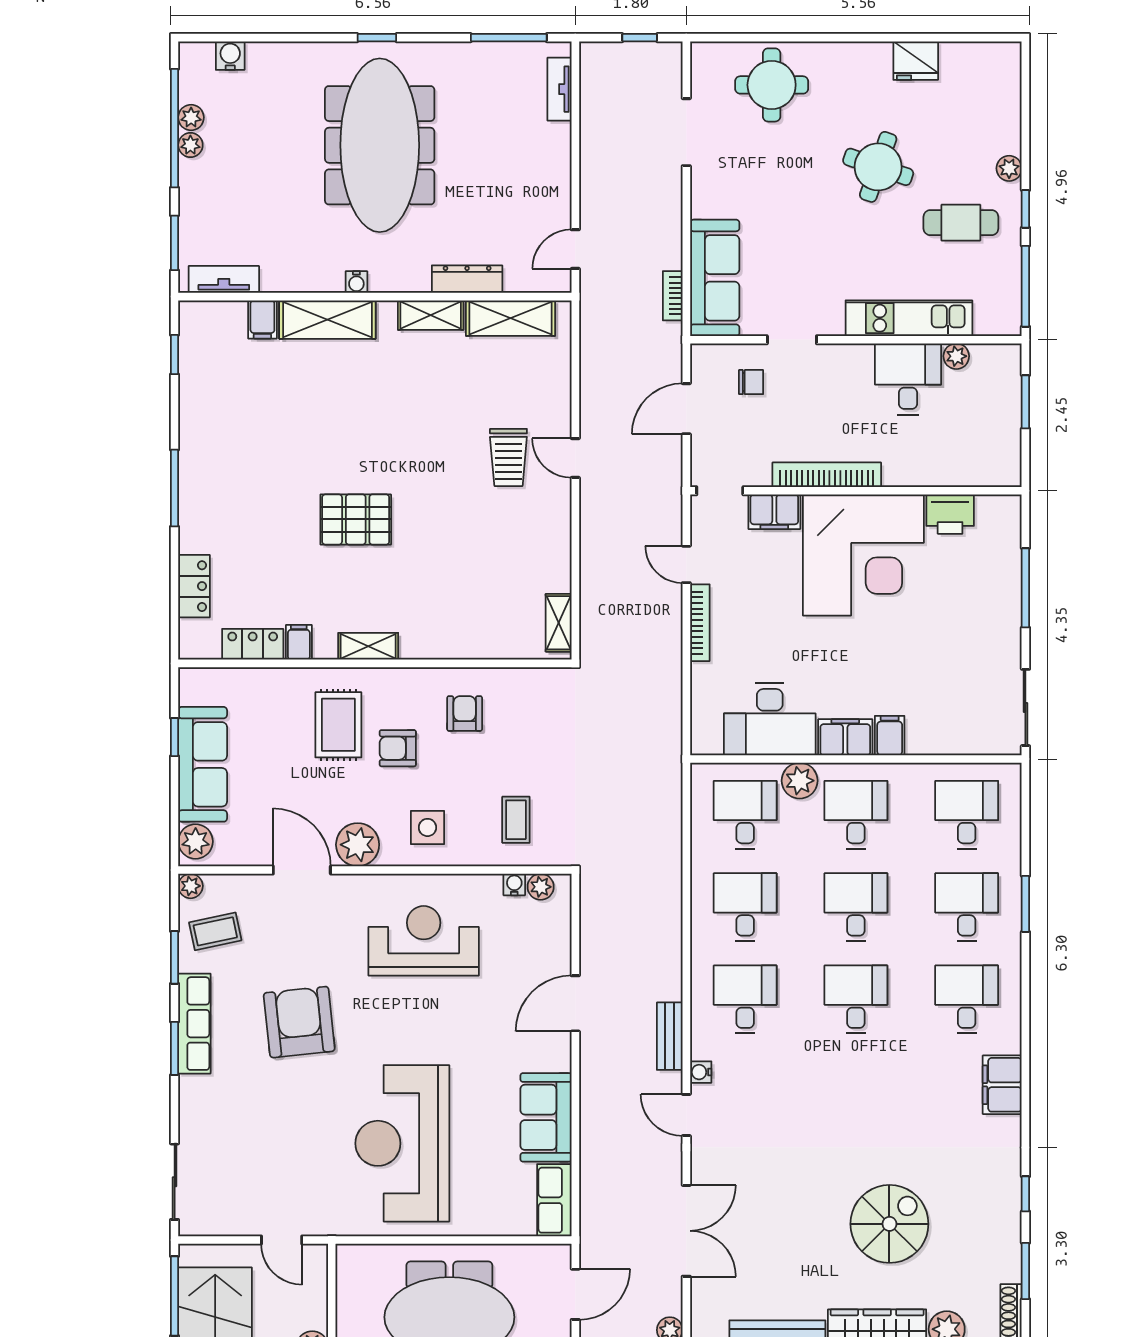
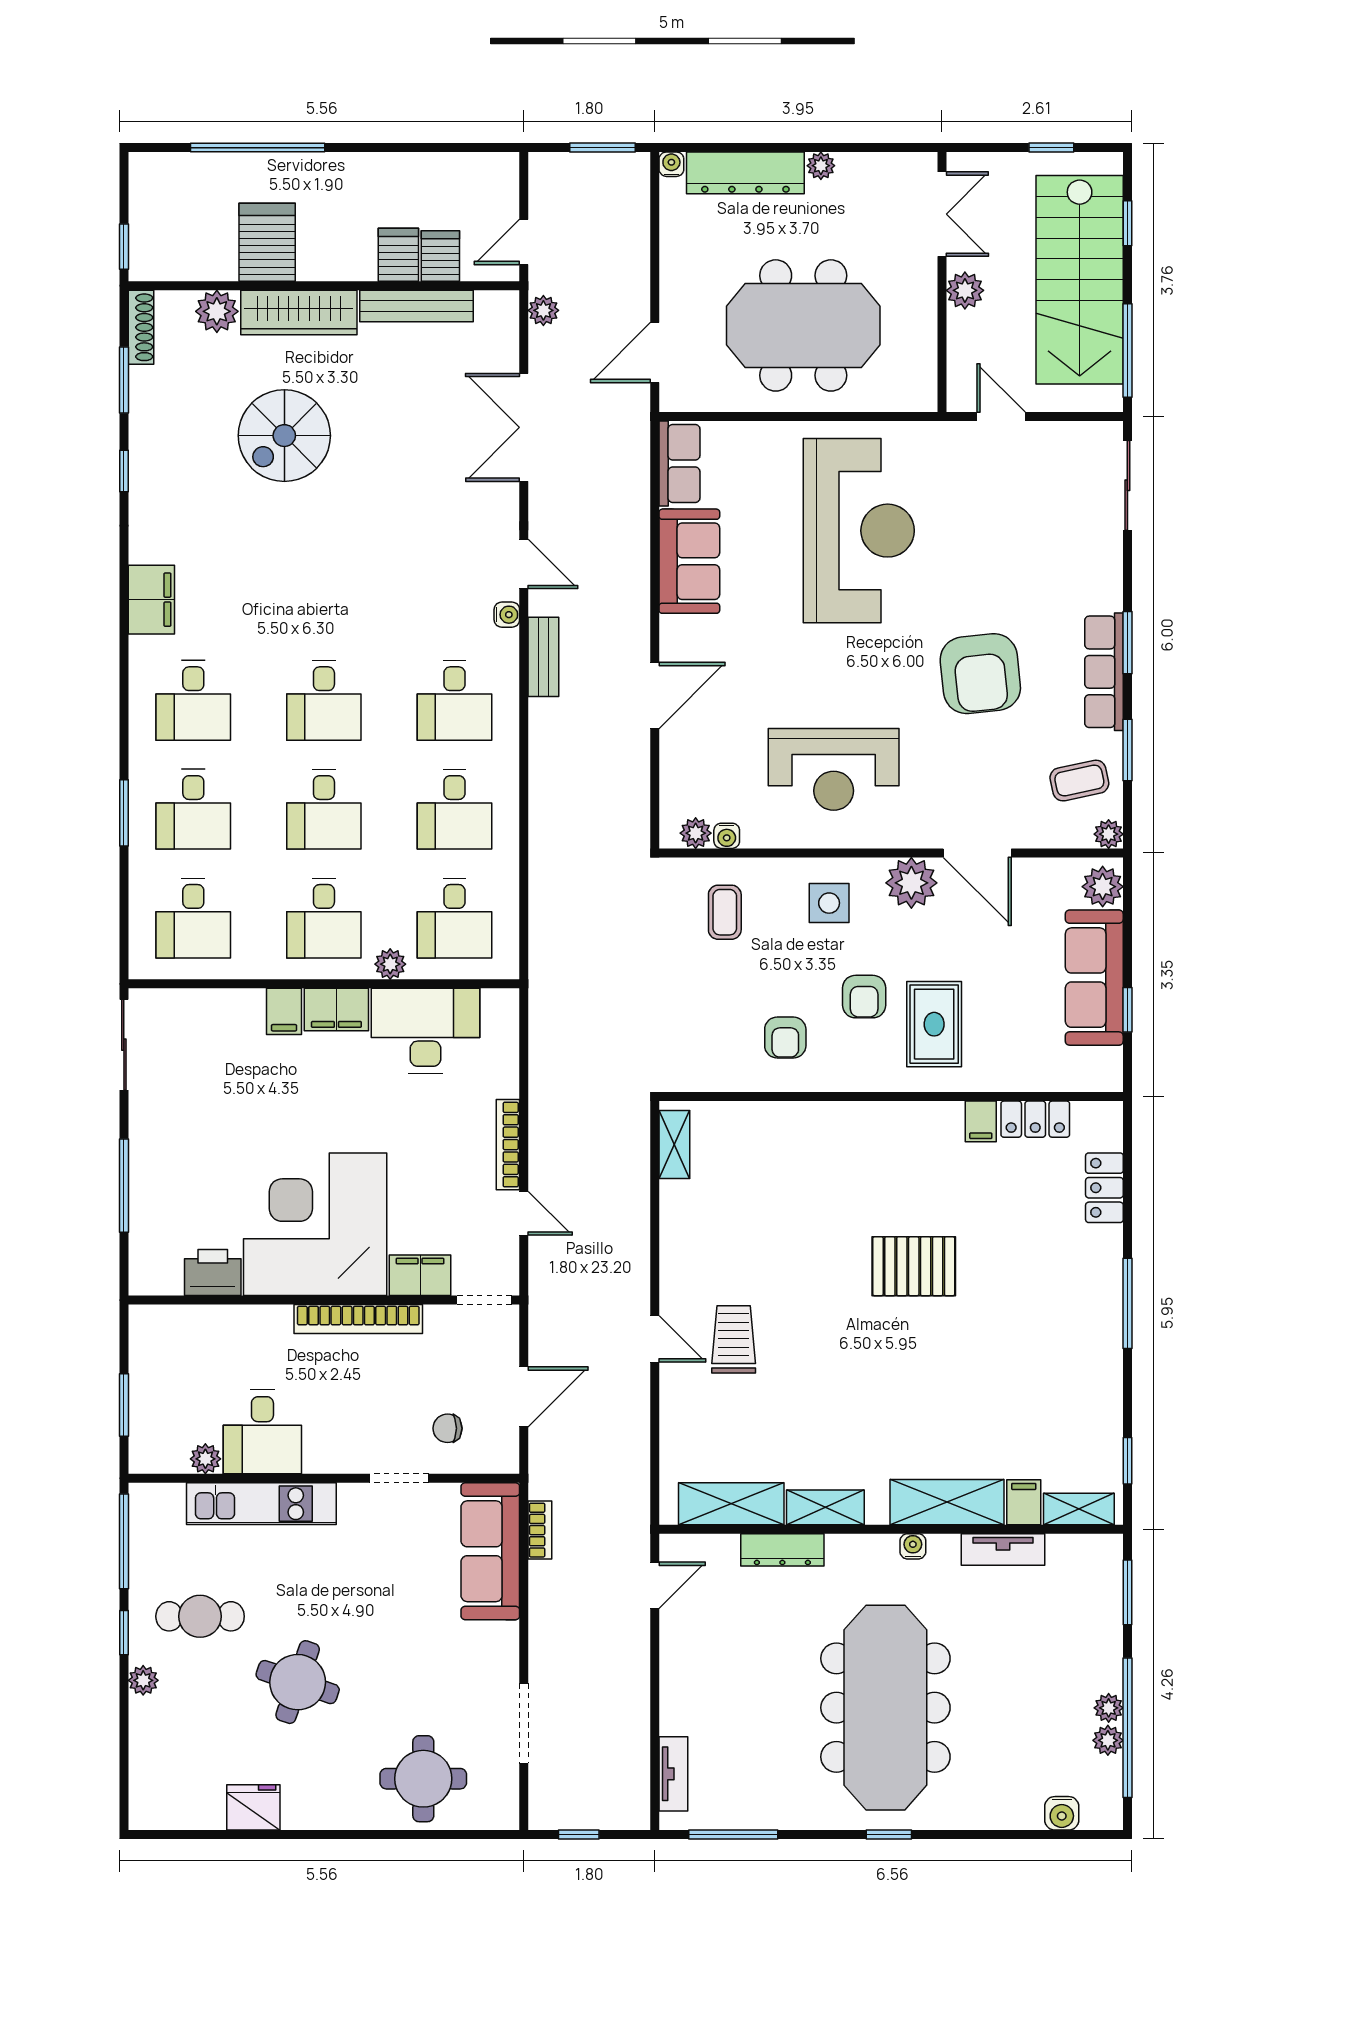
tv unit: (224, 279) -> (1003, 1549), moved
shelving: (368, 646) -> (1079, 1509), moved
armchair: (398, 748) -> (864, 997), turned 90
plant: (800, 781) -> (390, 964), width x0.73, depth x0.73

